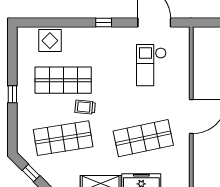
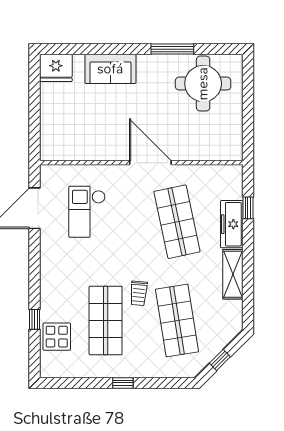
window: (104, 23) -> (35, 319), moved
checkout: (151, 65) -> (87, 212), turned 90

